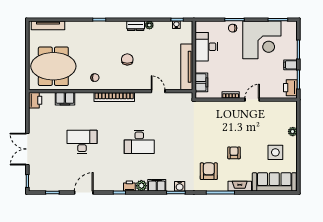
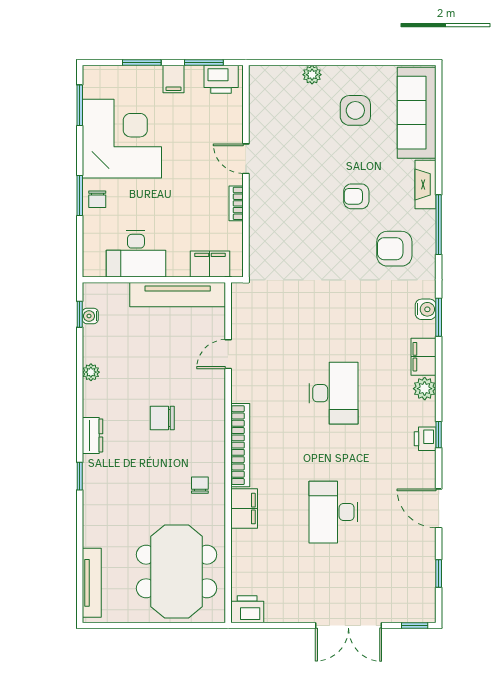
dresser: (136, 26) -> (93, 435), moved
filing cabinet: (65, 99) -> (244, 509), moved
printer: (129, 186) -> (425, 439), moved

